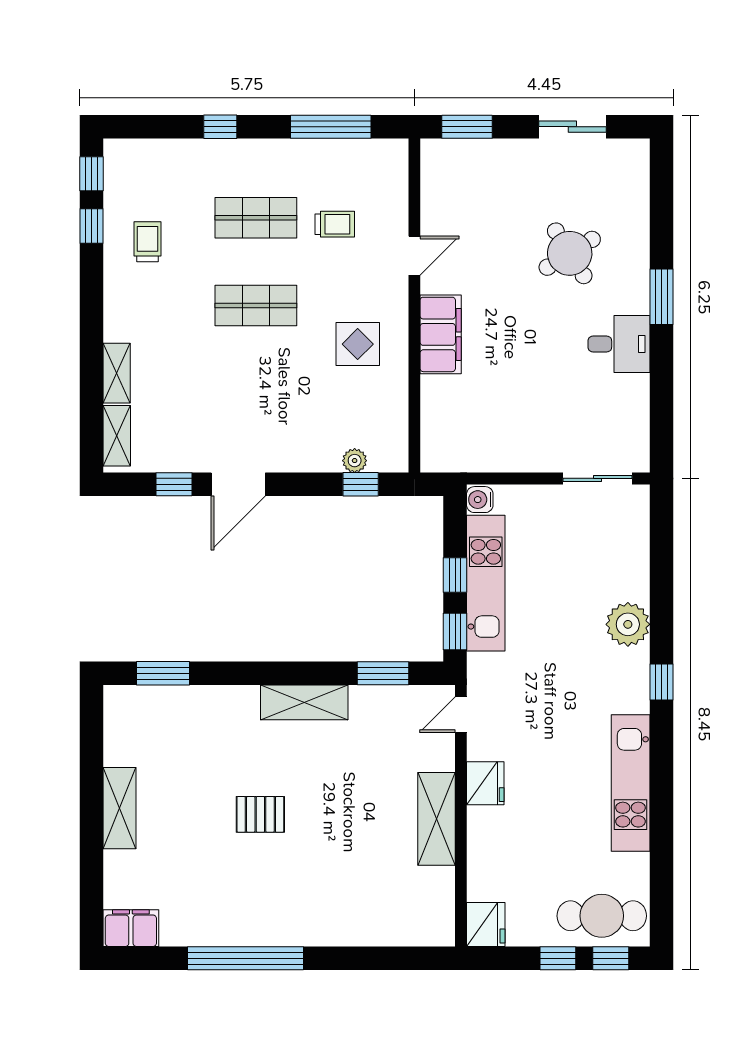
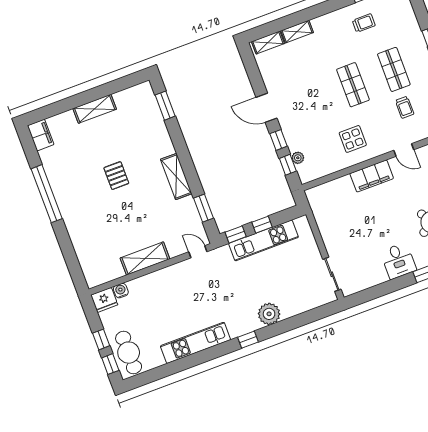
window: (174, 484) -> (278, 140), moved
water cooler: (480, 500) -> (121, 291), moved
fridge: (485, 783) -> (170, 275), removed

